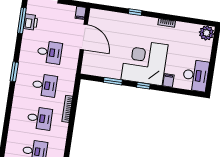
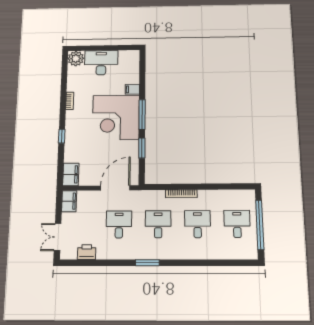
filing cabinet: (81, 13) -> (69, 201), width x2.00
filing cabinet: (99, 16) -> (71, 174), added
window: (22, 21) -> (86, 263), removed
door: (84, 37) -> (115, 188), moved
desk: (196, 75) -> (101, 63), moved
window: (143, 86) -> (142, 115), width x2.17

